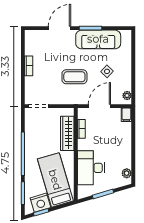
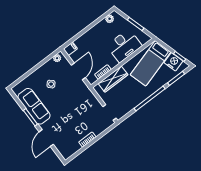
door: (59, 28) -> (46, 138), hinge flipped
coffee table: (74, 77) -> (71, 103), removed
door: (99, 106) -> (78, 71), swing flipped

